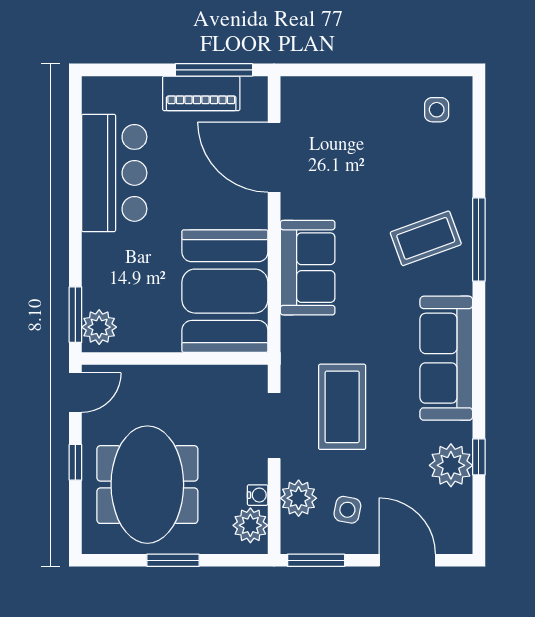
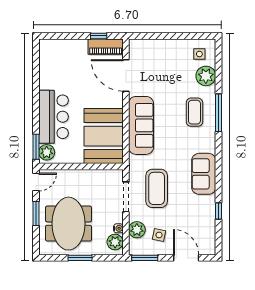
window: (214, 70) -> (99, 36), width x0.46
piano: (201, 93) -> (106, 47), moved
bar counter: (114, 173) -> (54, 117), moved
coffee table: (426, 238) -> (194, 112), turned -70
sofa: (308, 268) -> (141, 125), width x1.36
sofa: (446, 358) -> (204, 174), width x0.73
window: (75, 462) -> (36, 214), width x1.50
plant: (451, 465) -> (206, 76), moved

